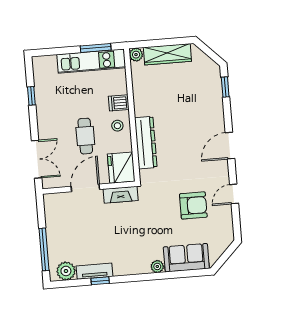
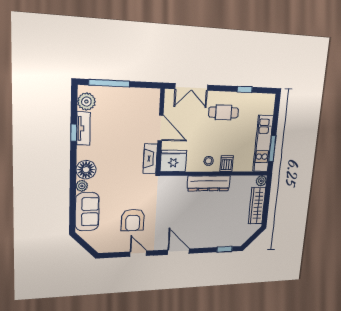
cafe table: (85, 136) -> (224, 112), moved
dresser: (146, 143) -> (209, 183), moved
floor lamp: (139, 264) -> (86, 170), added

